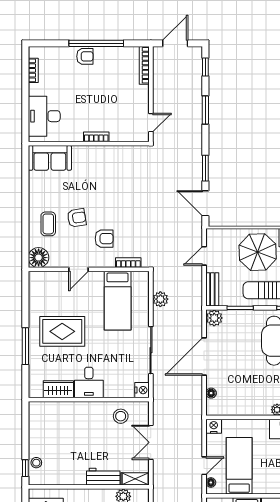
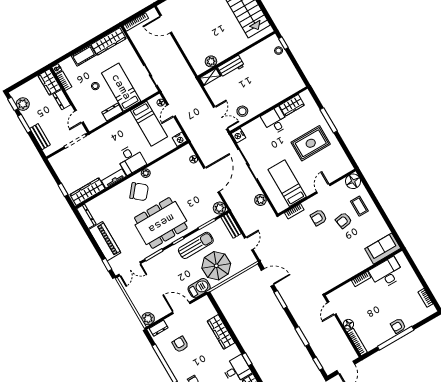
floor lamp: (142, 92) -> (348, 324), added
desk: (44, 116) -> (387, 273), moved, turned -90
double door: (151, 442) -> (221, 118), moved

